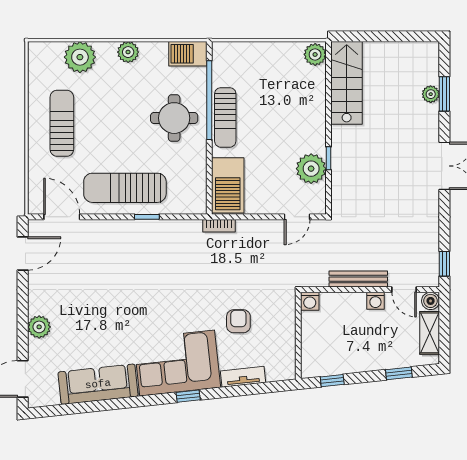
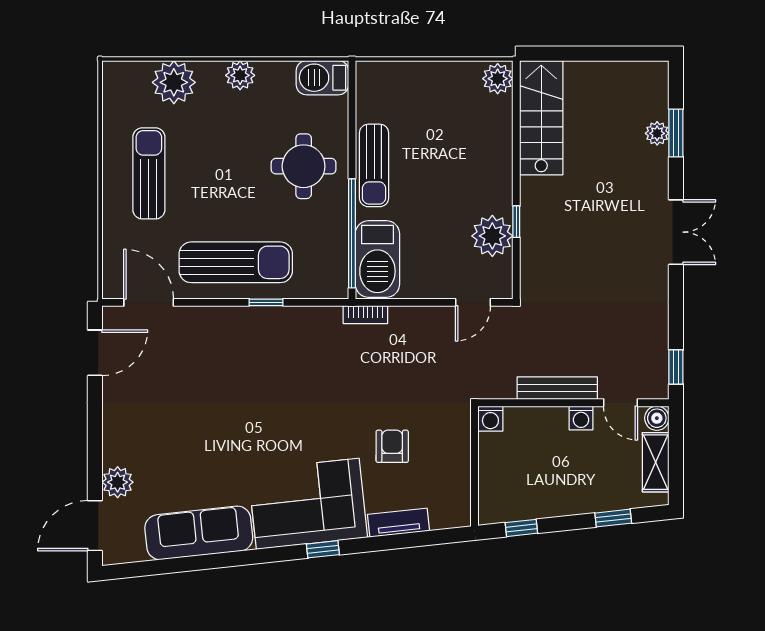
window: (209, 100) -> (352, 233), moved
sun lounger: (125, 188) -> (236, 262), turned 180
plant: (39, 327) -> (118, 482), moved

